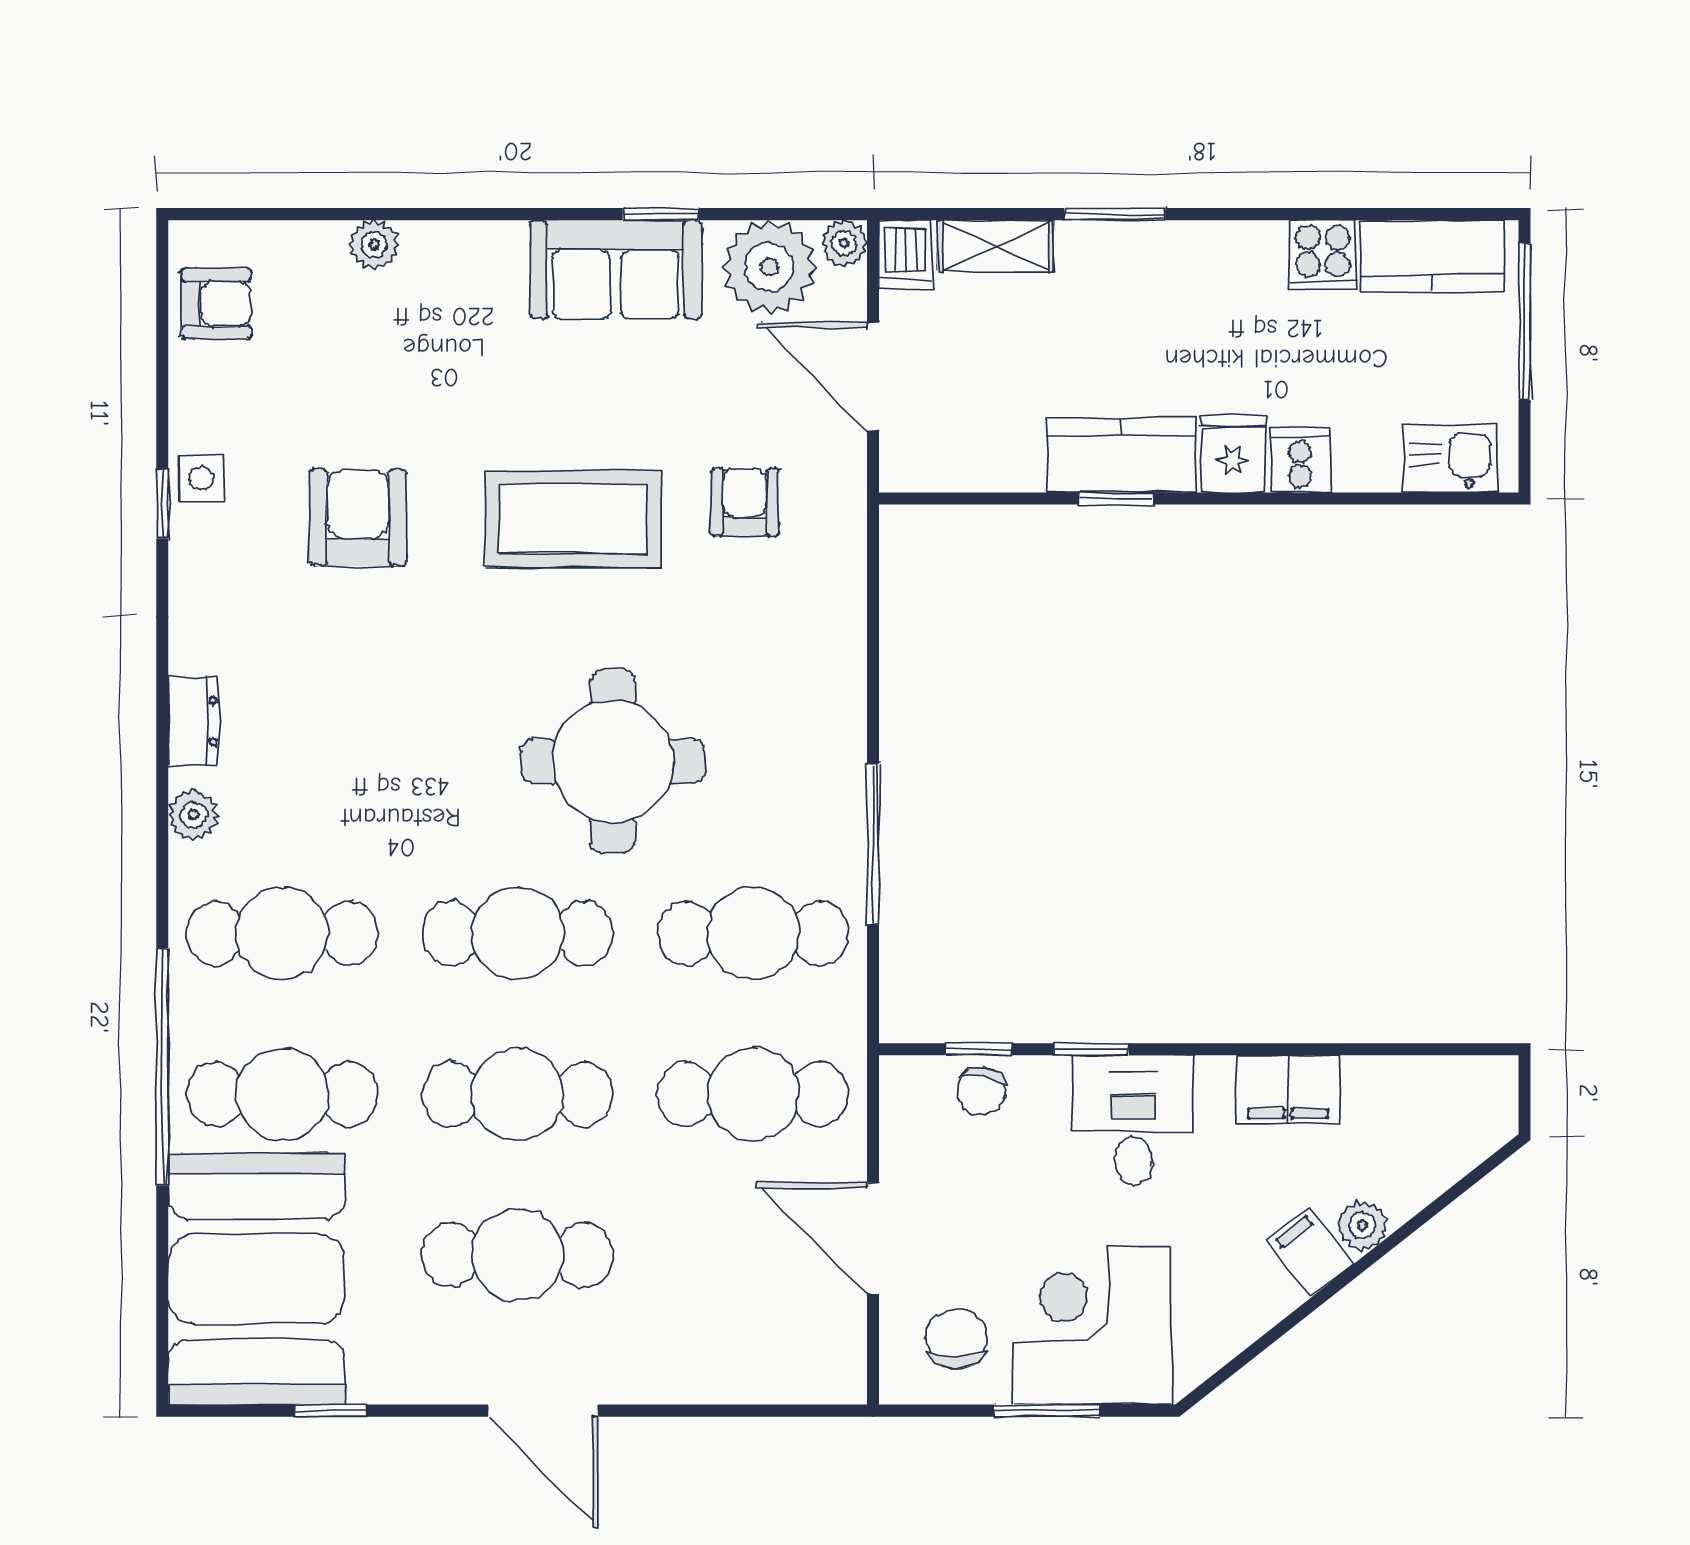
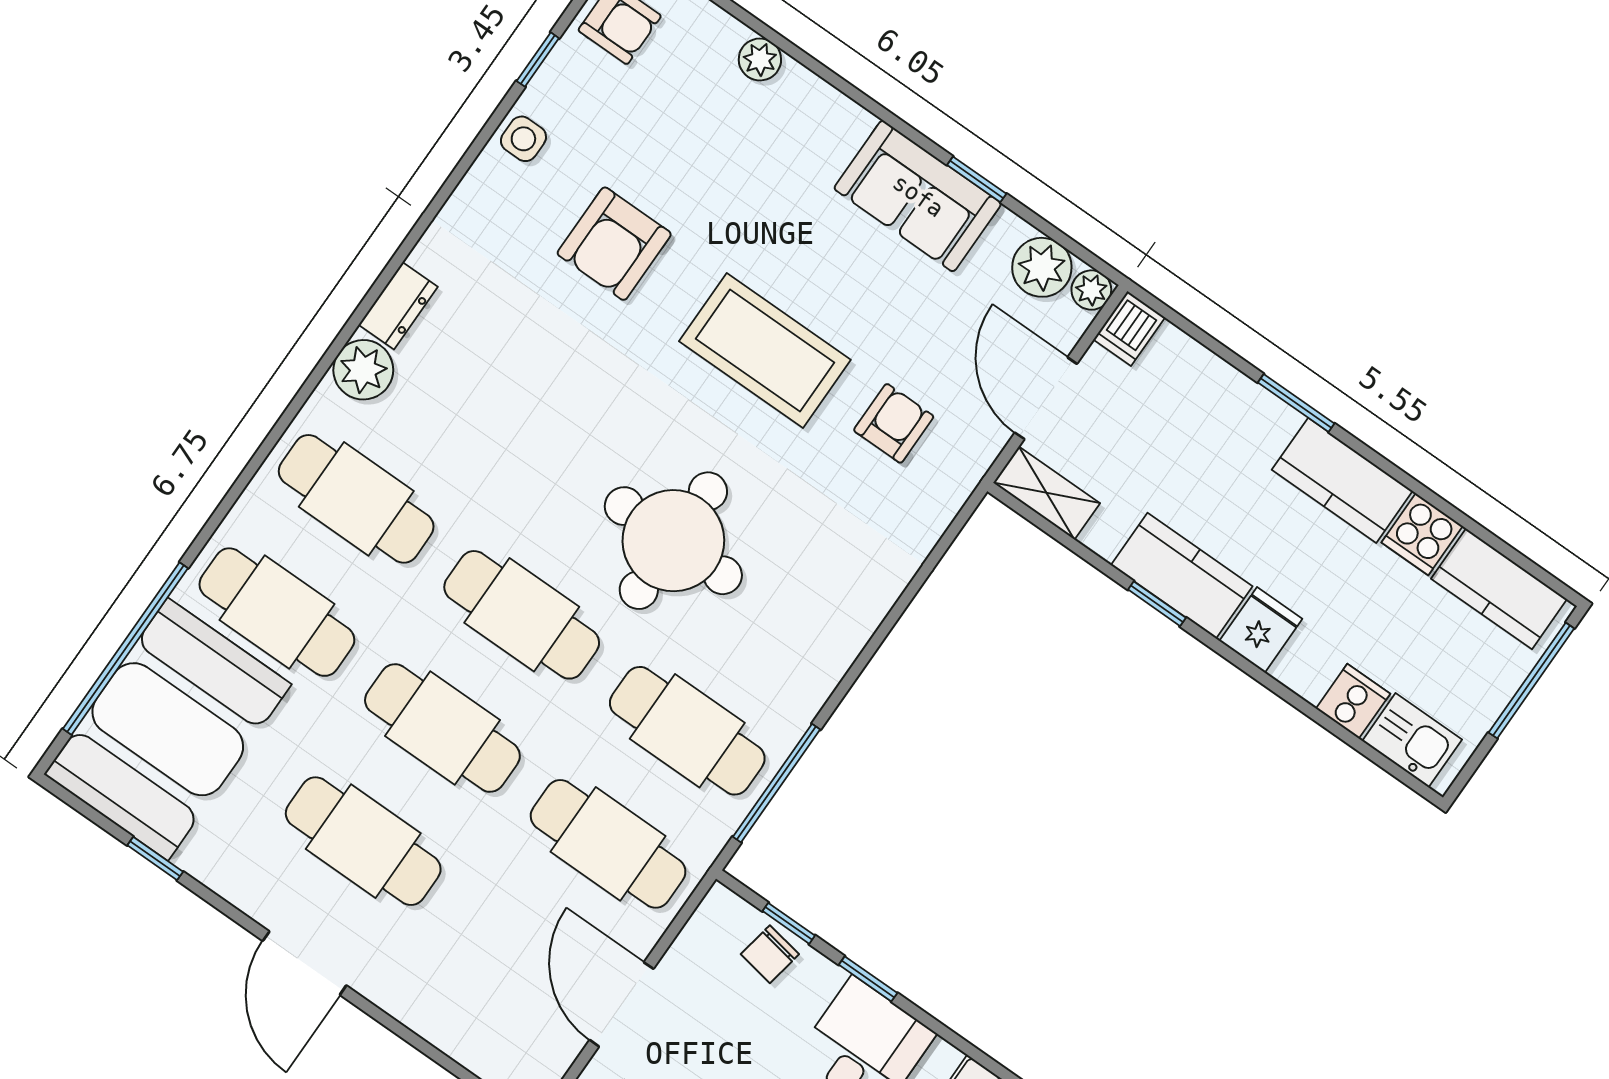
shelving: (995, 246) -> (1047, 493), moved
kitchen counter: (1210, 257) -> (1342, 480), added
plant: (769, 267) -> (1042, 267), width x0.73, depth x0.73
cooker: (1300, 460) -> (1353, 701), moved
window: (162, 504) -> (538, 60), moved
armchair: (358, 518) -> (614, 244), turned 180
plant: (193, 815) -> (363, 370), width x1.38, depth x1.38
window: (873, 844) -> (776, 783), moved
window: (162, 1067) -> (125, 649), moved

